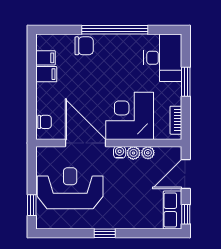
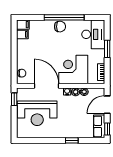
chair: (84, 46) -> (60, 27), moved
filing cabinet: (46, 74) -> (23, 25), moved
reception desk: (70, 188) -> (37, 113), turned 180
window: (32, 205) -> (14, 99), moved
window: (105, 233) -> (72, 140), moved

